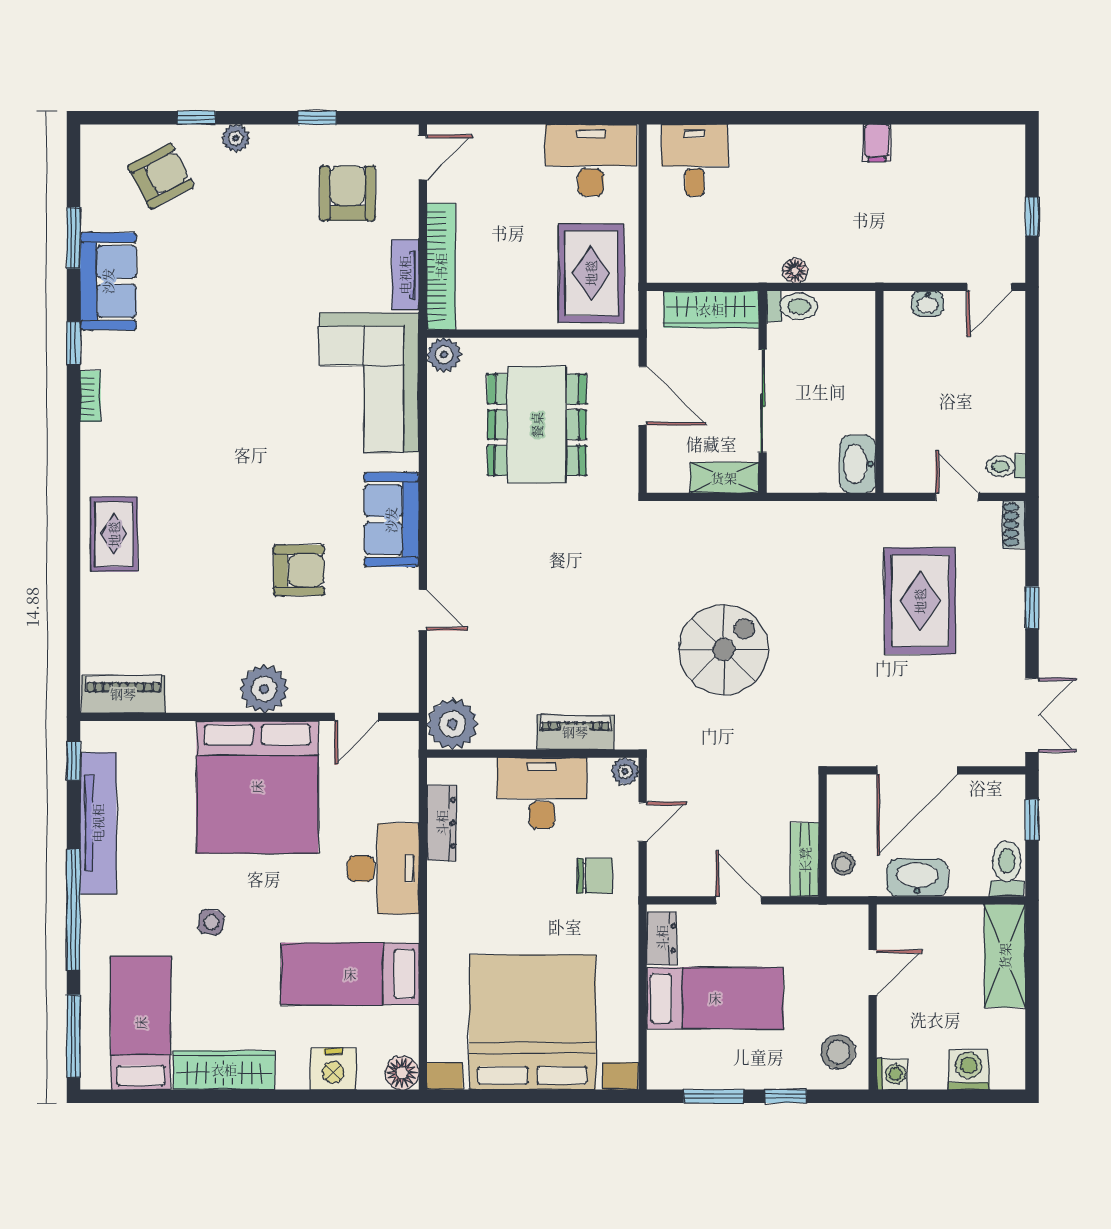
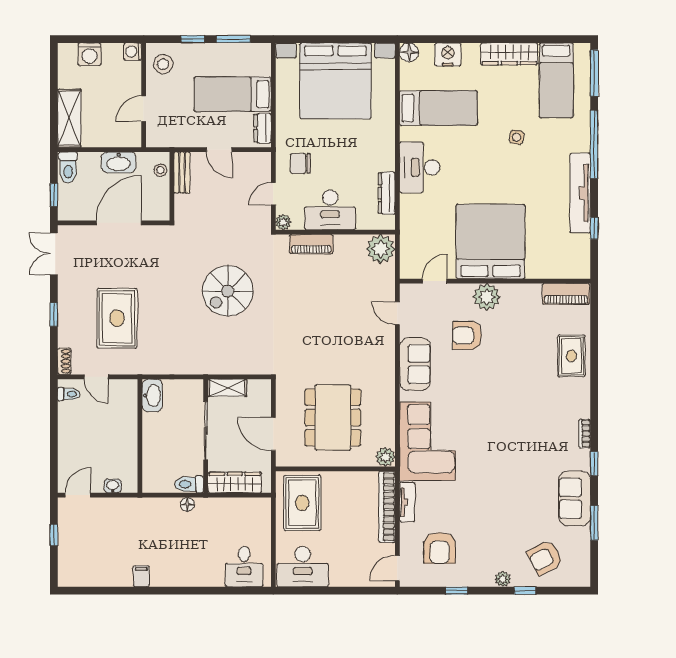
plant: (264, 689) -> (487, 297), moved
piano: (123, 694) -> (566, 294), moved
wall: (249, 717) -> (495, 281), moved
door: (356, 717) -> (435, 281), moved
bed: (257, 787) -> (491, 241), moved

